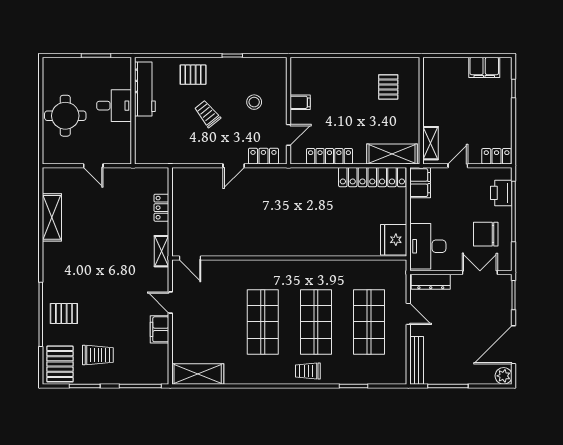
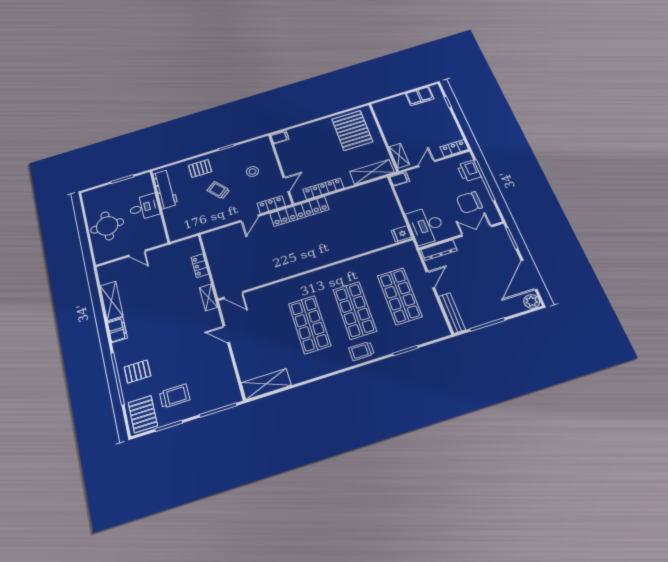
pallet: (388, 87) -> (352, 130), width x2.05, depth x2.00
filing cabinet: (300, 102) -> (280, 137), moved
locker: (372, 177) -> (299, 211), moved
filing cabinet: (420, 183) -> (400, 179), width x0.50
fridge: (394, 240) -> (401, 234), width x0.53, depth x0.75
door: (408, 314) -> (430, 280), hinge flipped
filing cabinet: (160, 329) -> (117, 330), moved, turned 180

